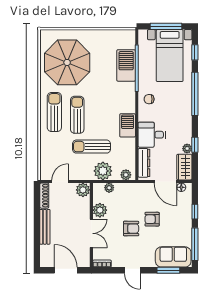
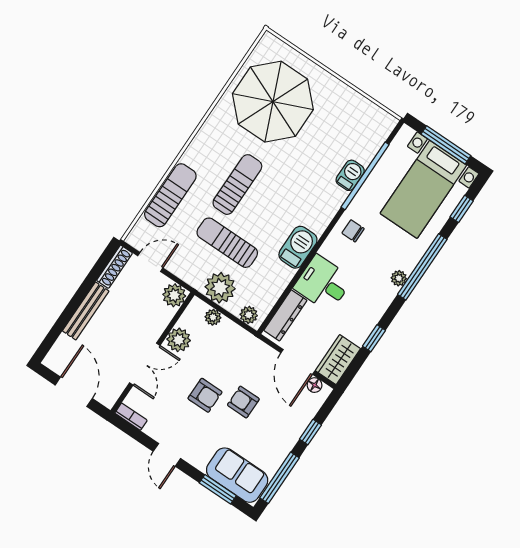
barbecue: (126, 65) -> (350, 175), width x0.53, depth x0.65
sun lounger: (54, 112) -> (170, 195), moved
plant: (187, 149) -> (399, 278), moved

